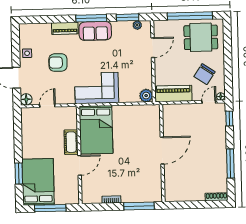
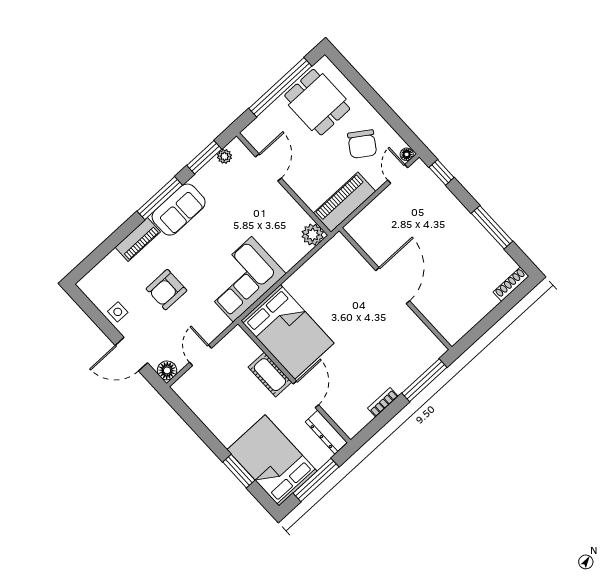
dining table: (201, 37) -> (317, 102), turned 90
dresser: (74, 191) -> (326, 432), added

